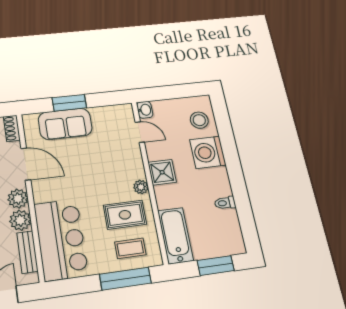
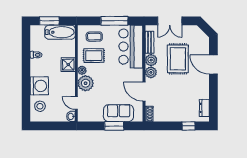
plant: (131, 166) -> (86, 83), added
shower: (162, 172) -> (68, 65), moved
bathtub: (175, 236) -> (60, 32), moved, turned -90
window: (125, 279) -> (114, 21), moved

